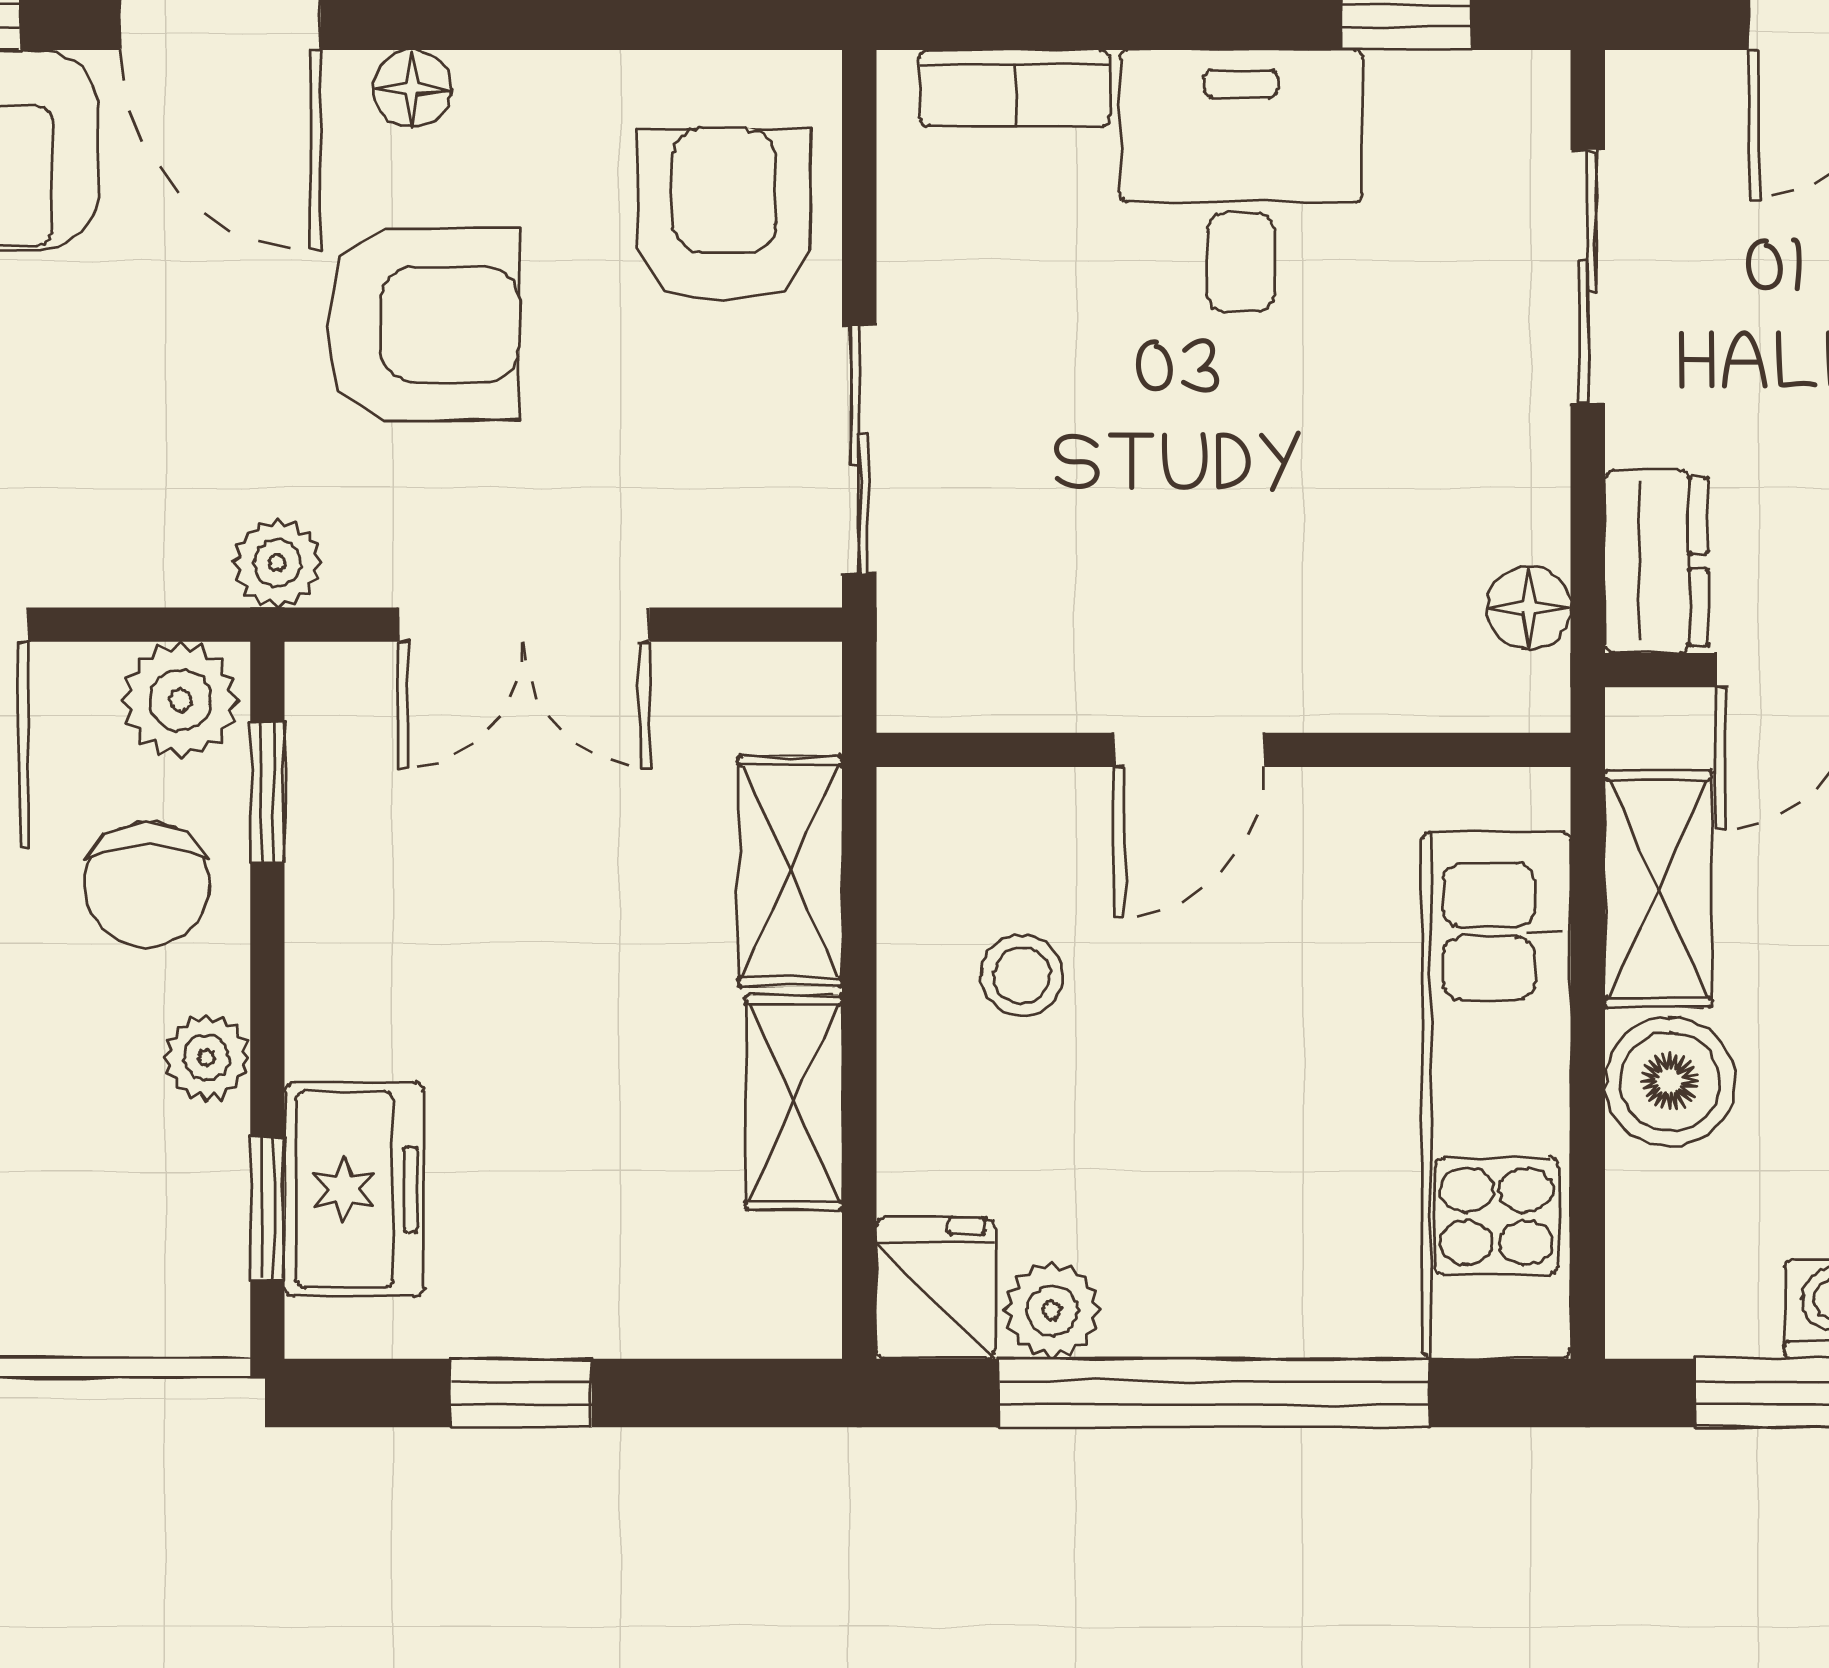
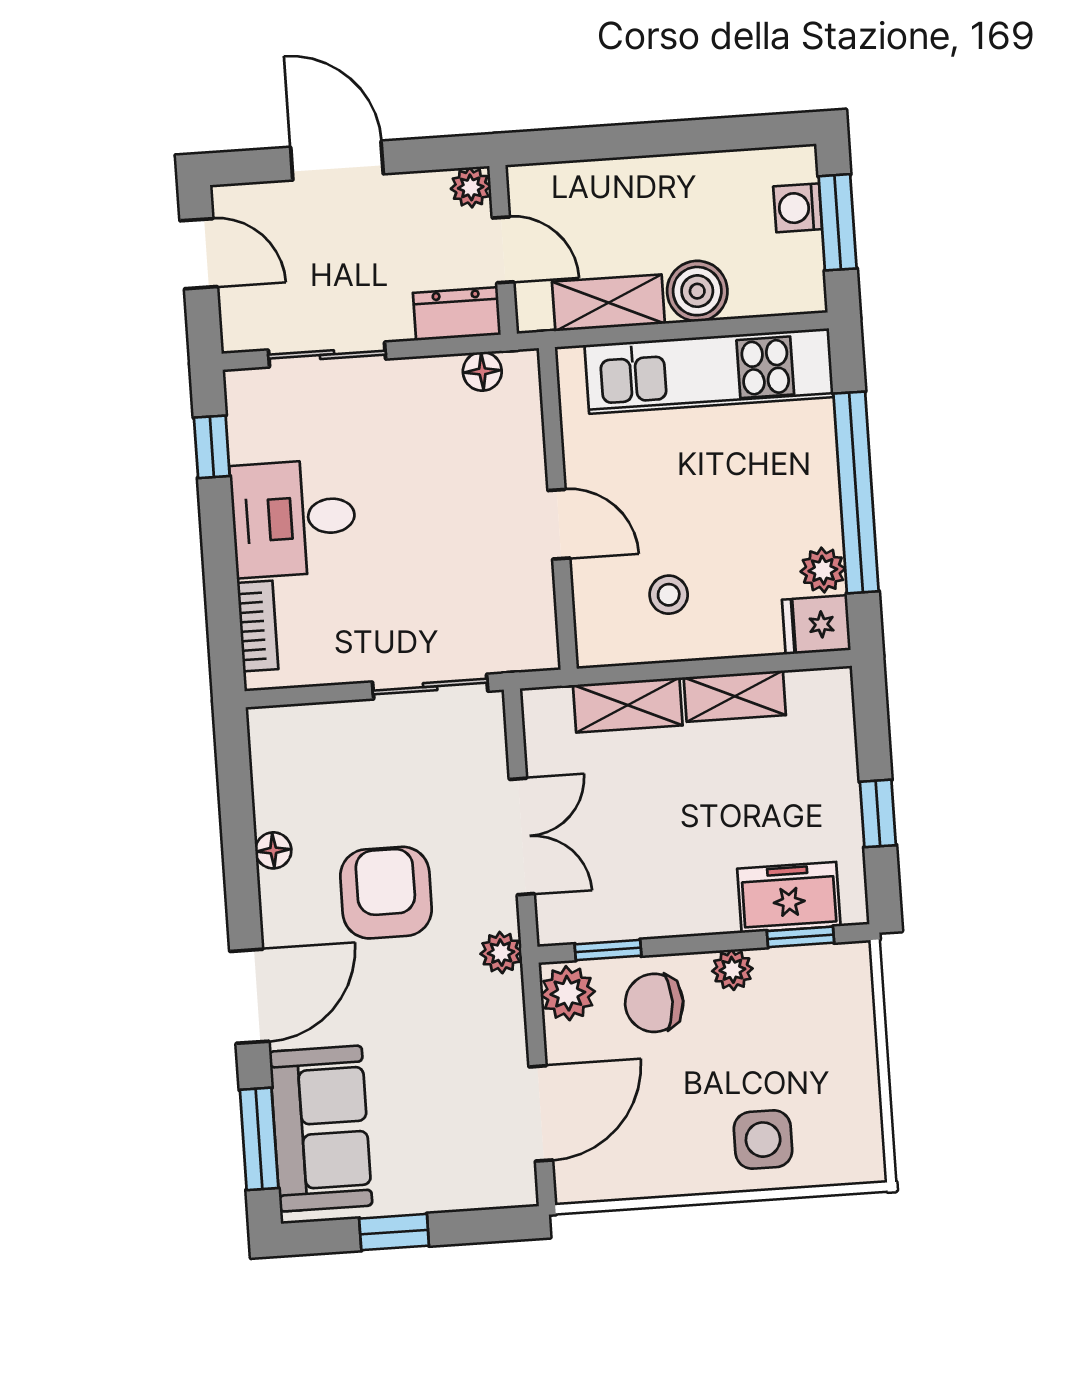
floor lamp: (412, 89) -> (273, 850), moved
armchair: (724, 215) -> (326, 757), removed
chair: (147, 885) -> (654, 1003), turned 180

